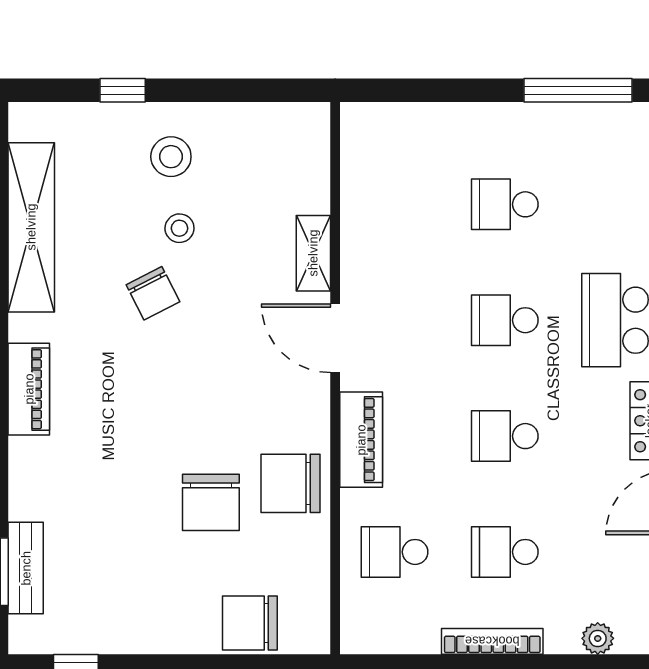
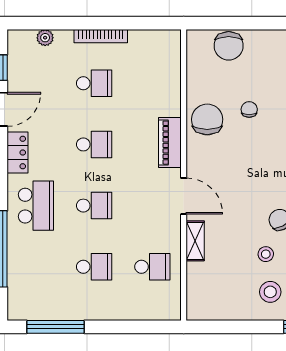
chair: (291, 483) -> (207, 119), turned -90
chair: (211, 502) -> (249, 109), width x0.54, depth x0.54
school desk: (395, 552) -> (152, 267), moved
chair: (250, 623) -> (229, 46), turned 90

